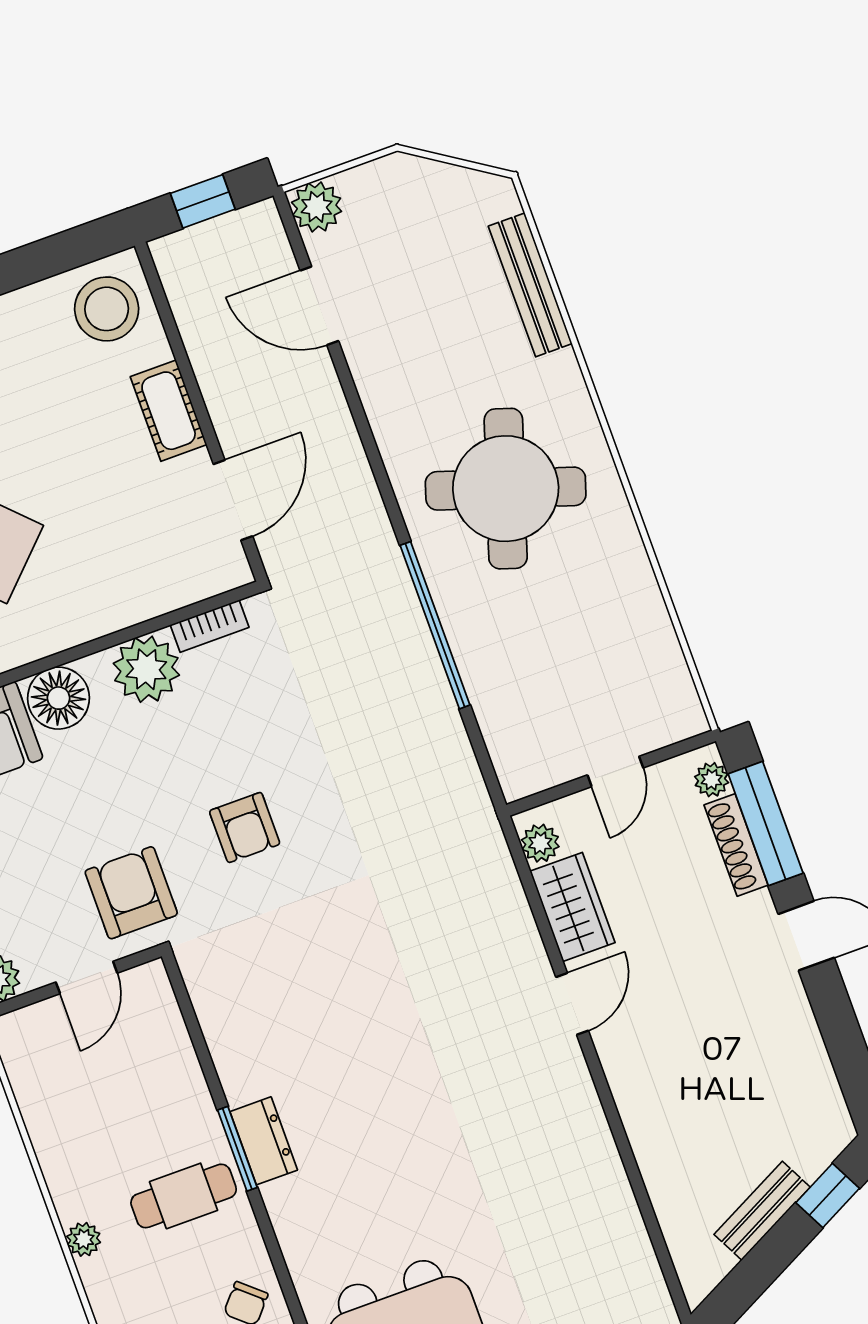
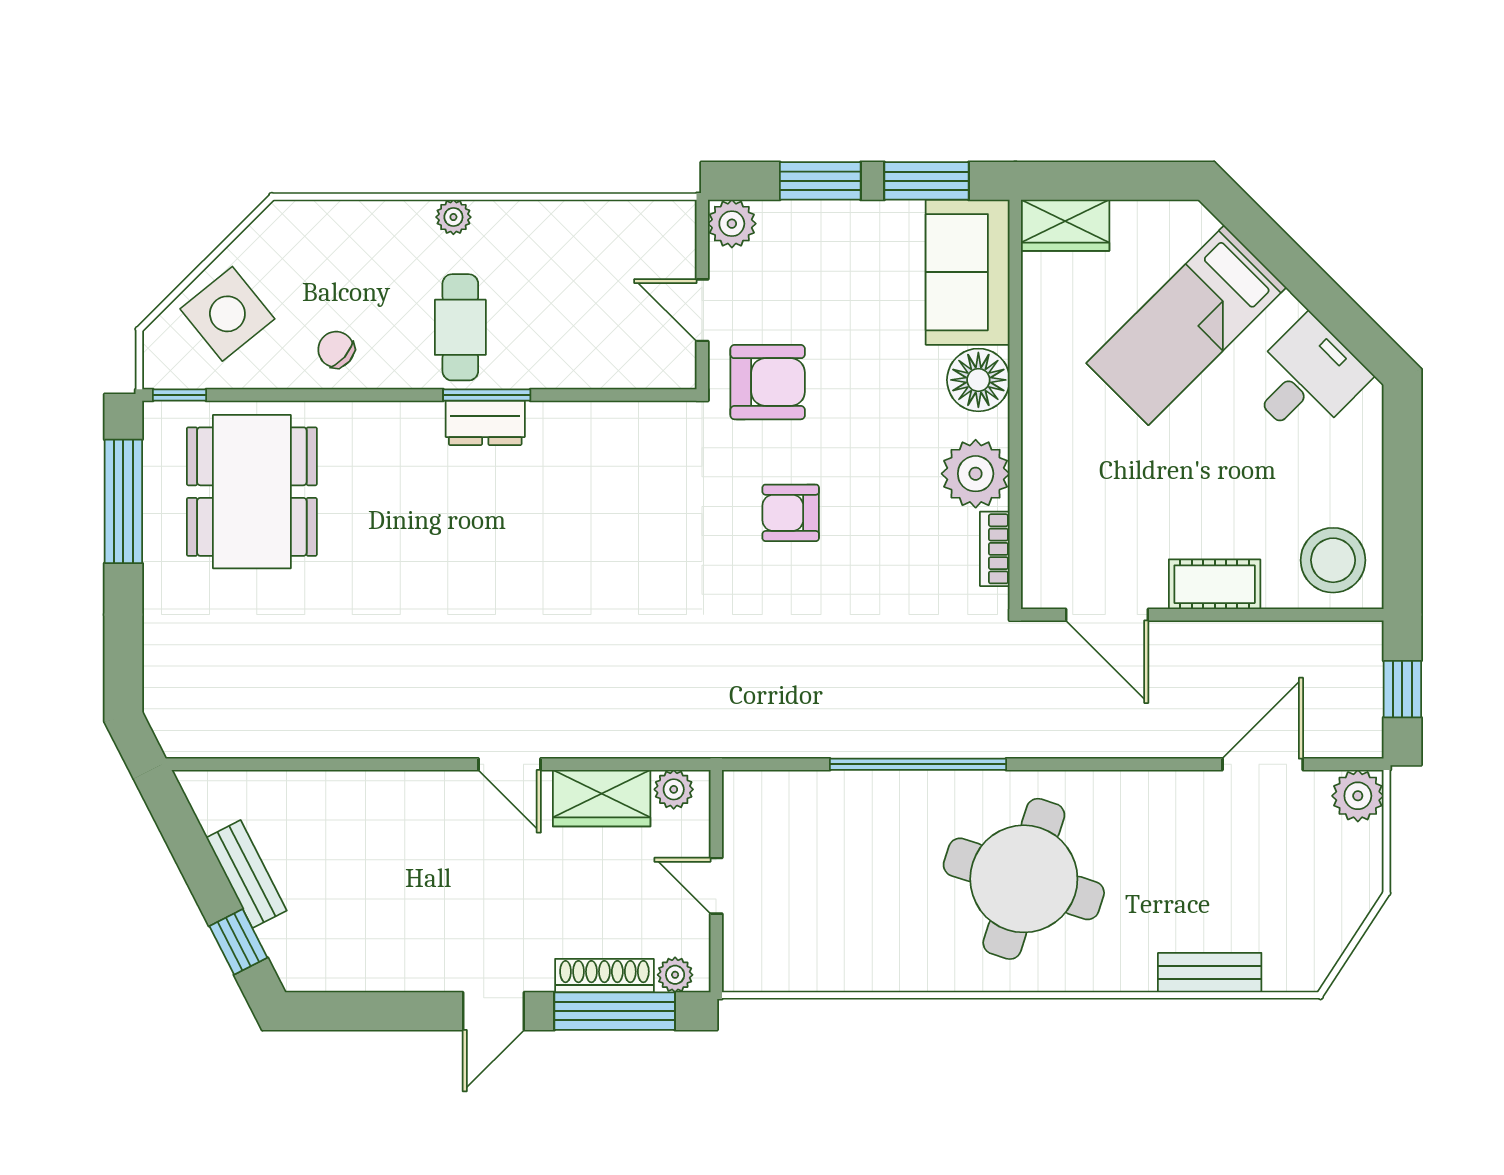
bench: (530, 285) -> (1210, 973), width x0.73

